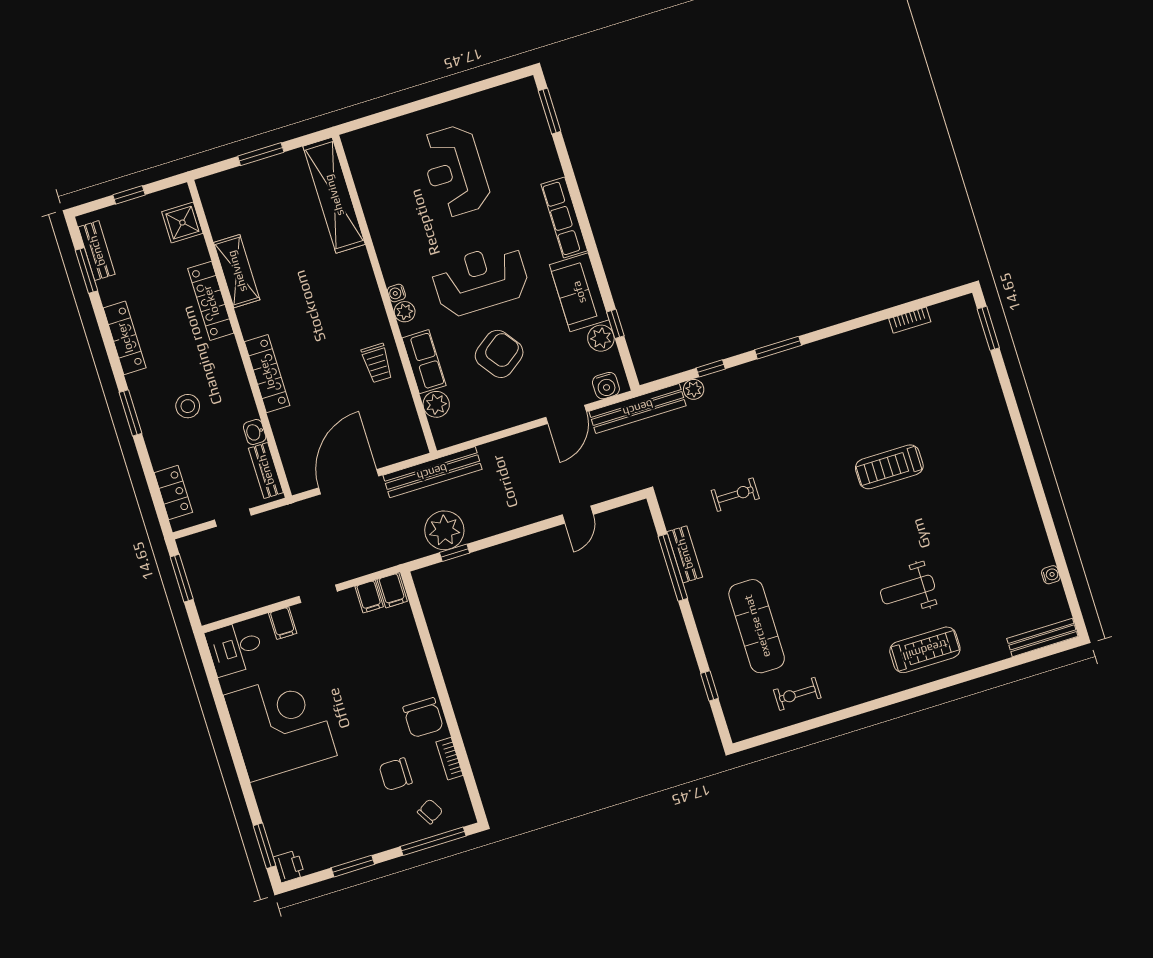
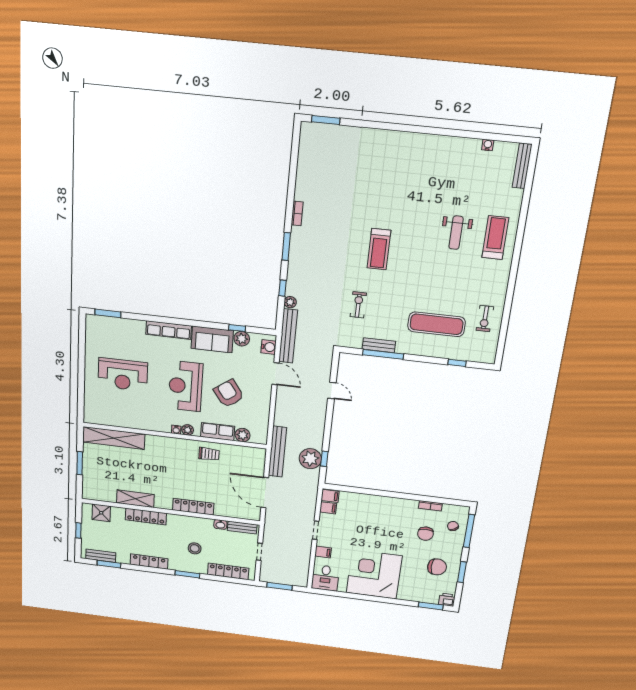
bookcase: (910, 320) -> (297, 213), moved
treadmill: (889, 467) -> (379, 249), moved
locker: (173, 493) -> (228, 571), width x1.53
chair: (423, 718) -> (437, 567), moved

